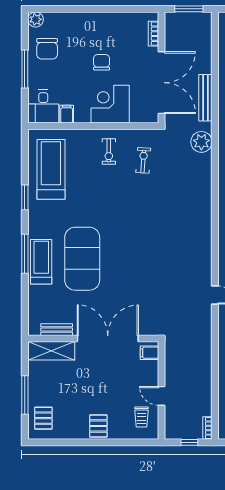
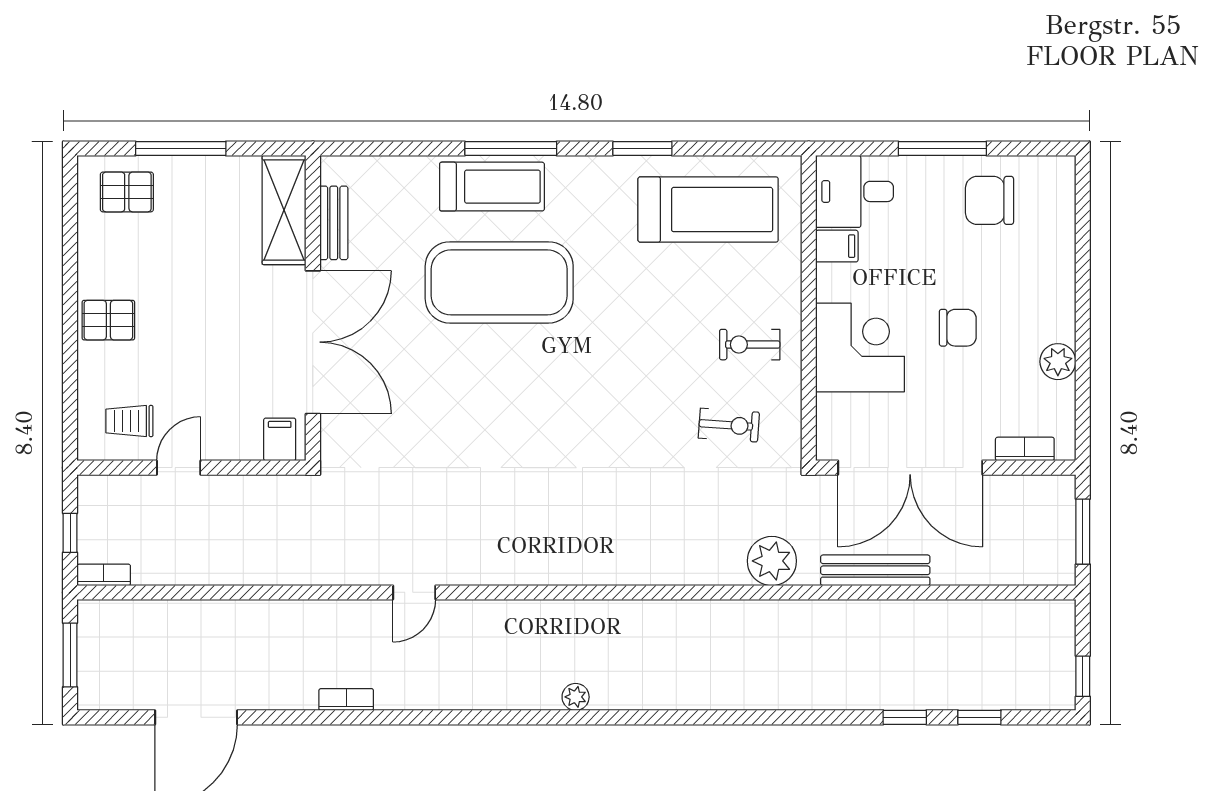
plant: (36, 19) -> (1058, 362), moved

